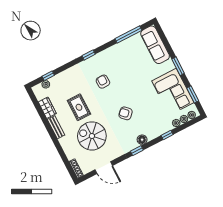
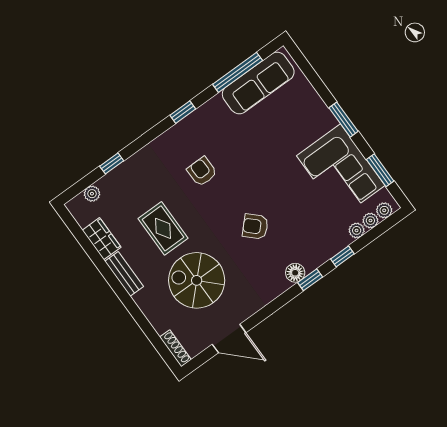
sofa: (155, 45) -> (258, 83), moved, turned -90
window: (89, 55) -> (183, 112), moved
window: (48, 76) -> (112, 163), moved
window: (137, 151) -> (310, 280), moved

